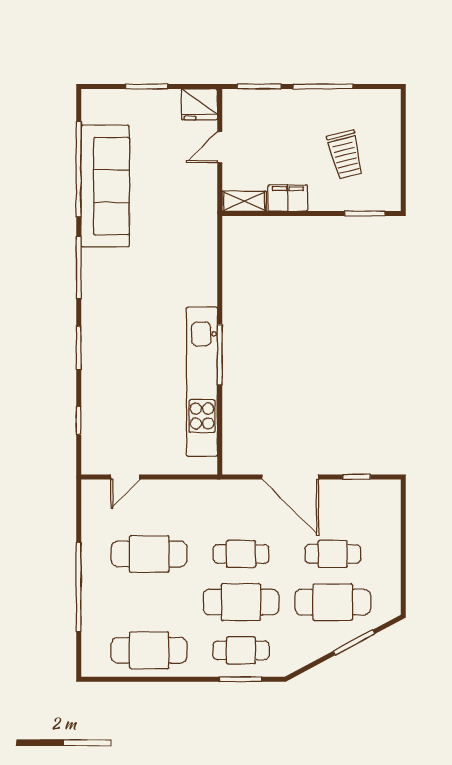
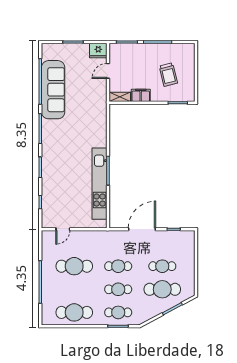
door: (290, 477) -> (142, 229), swing flipped
cafe table: (241, 602) -> (118, 289), width x0.73, depth x0.74

